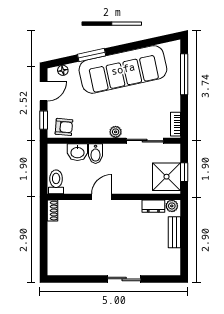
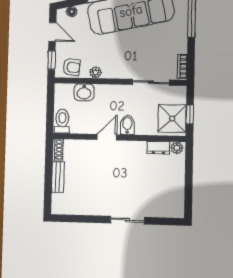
door: (44, 91) -> (52, 32), hinge flipped
plant: (116, 132) -> (96, 72), moved
bidet: (96, 154) -> (127, 125), moved, turned 180
bench: (174, 232) -> (58, 177), moved

